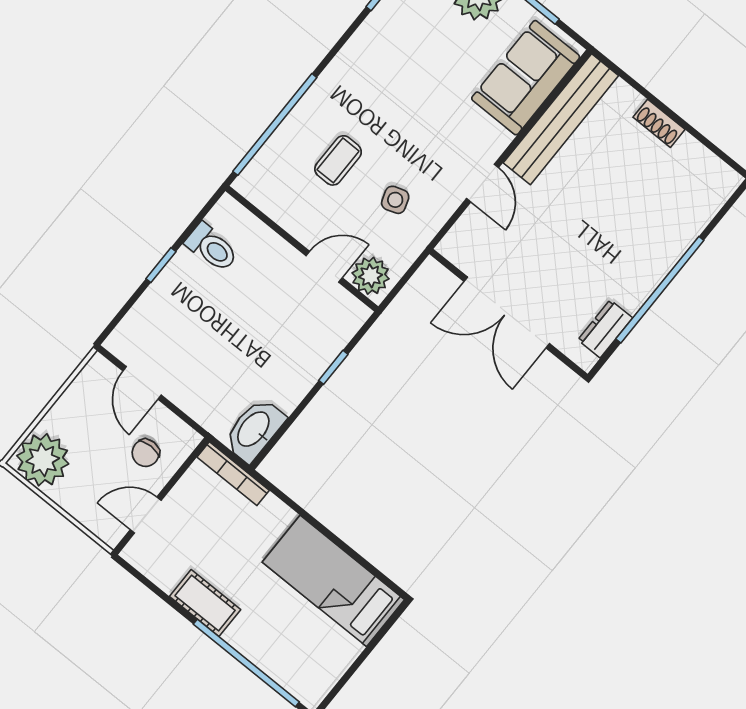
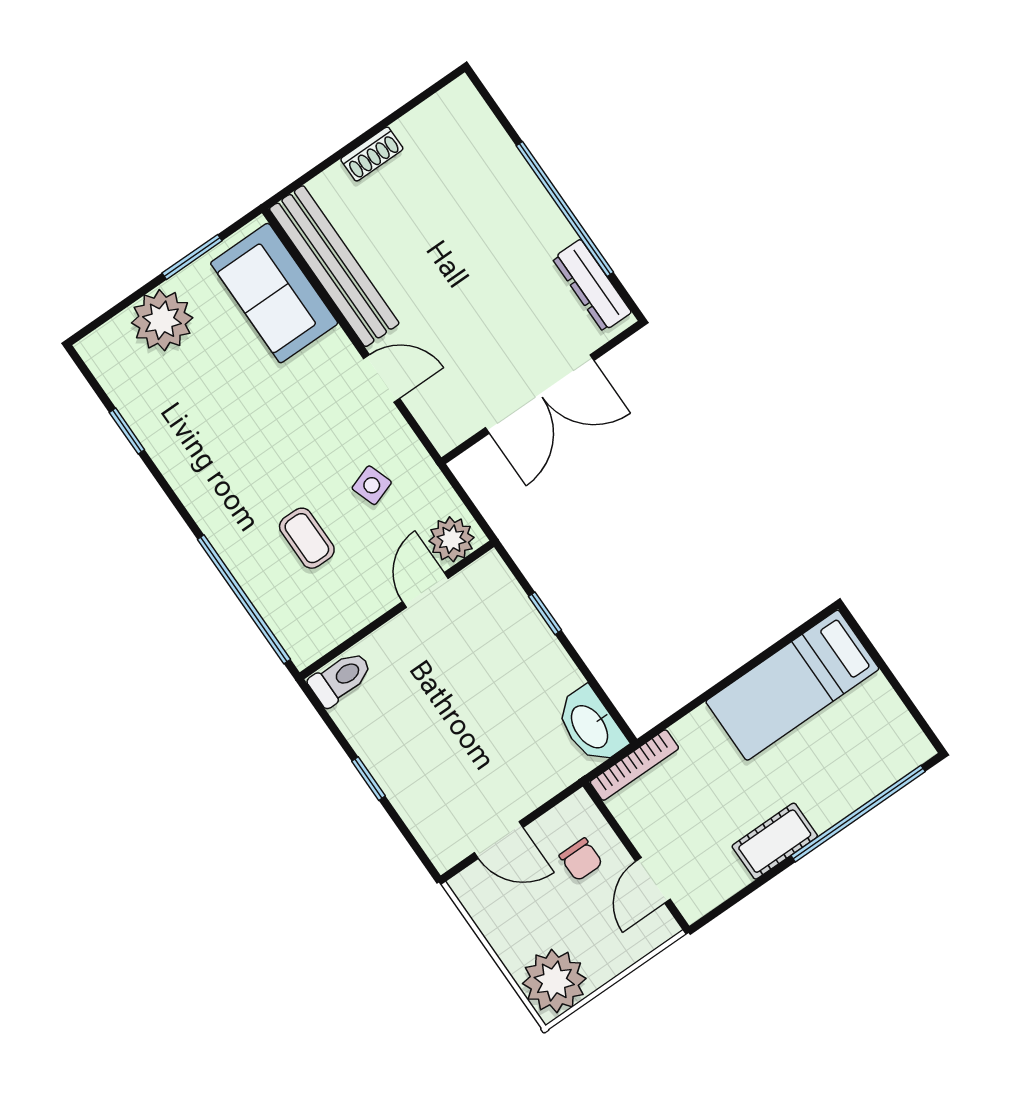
toilet: (212, 247) -> (341, 678), moved
dresser: (605, 329) -> (592, 285), width x1.44

